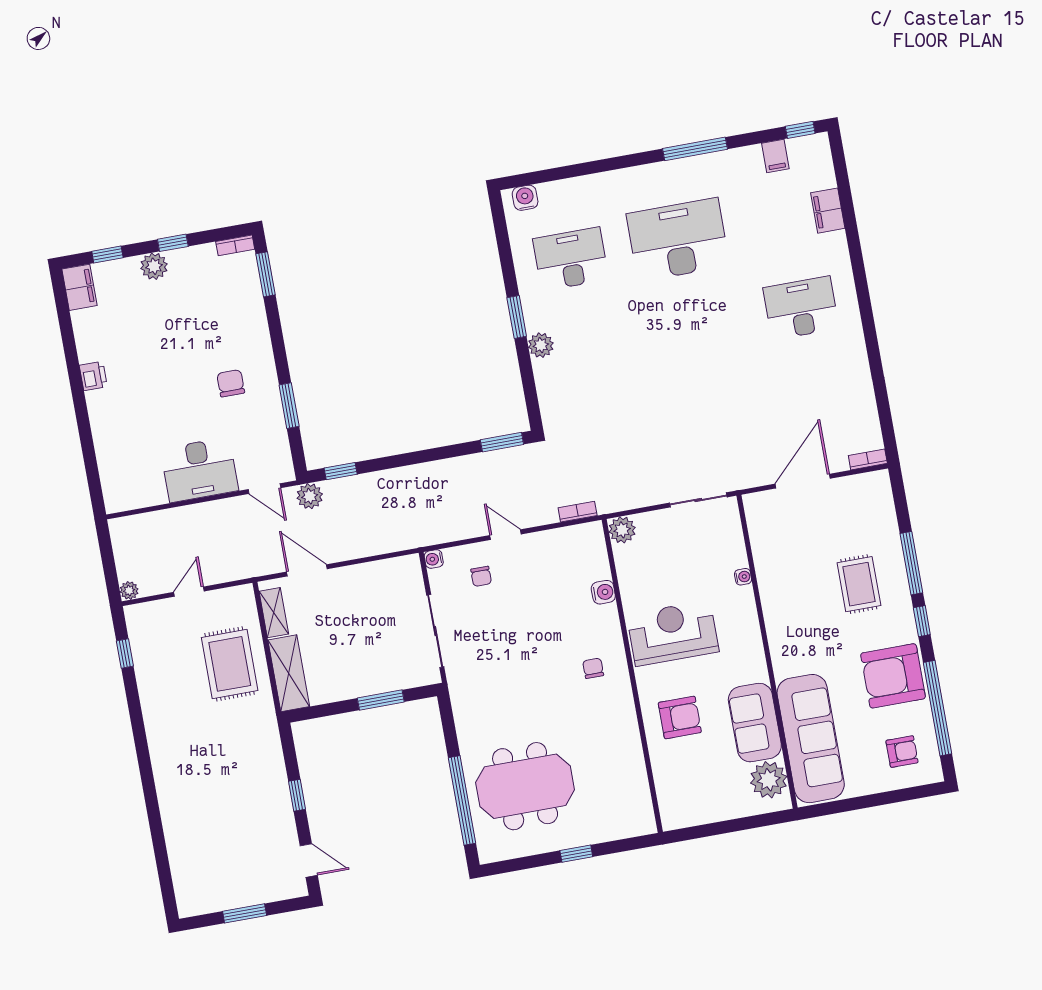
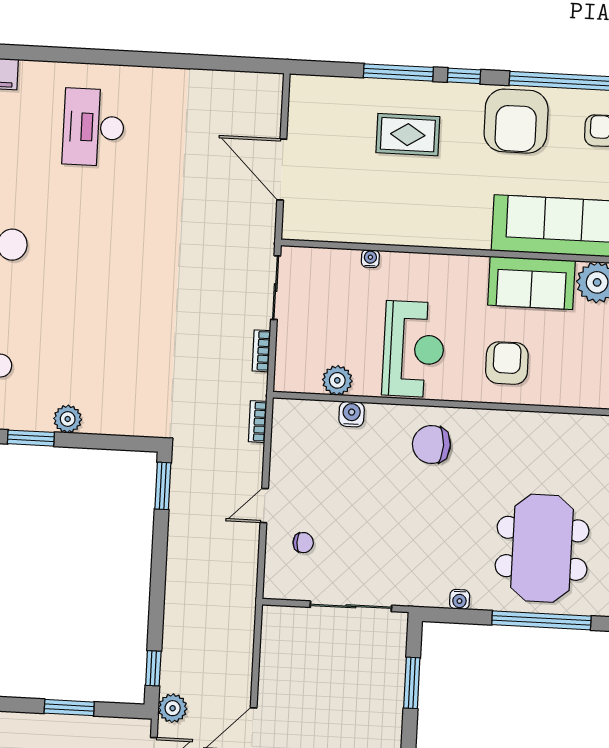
bookcase: (868, 459) -> (261, 351), moved
plant: (622, 530) -> (337, 380), moved
water cooler: (434, 559) -> (460, 599), moved
reception desk: (673, 633) -> (414, 349), turned 180
chair: (593, 668) -> (431, 444), width x1.87, depth x1.87

